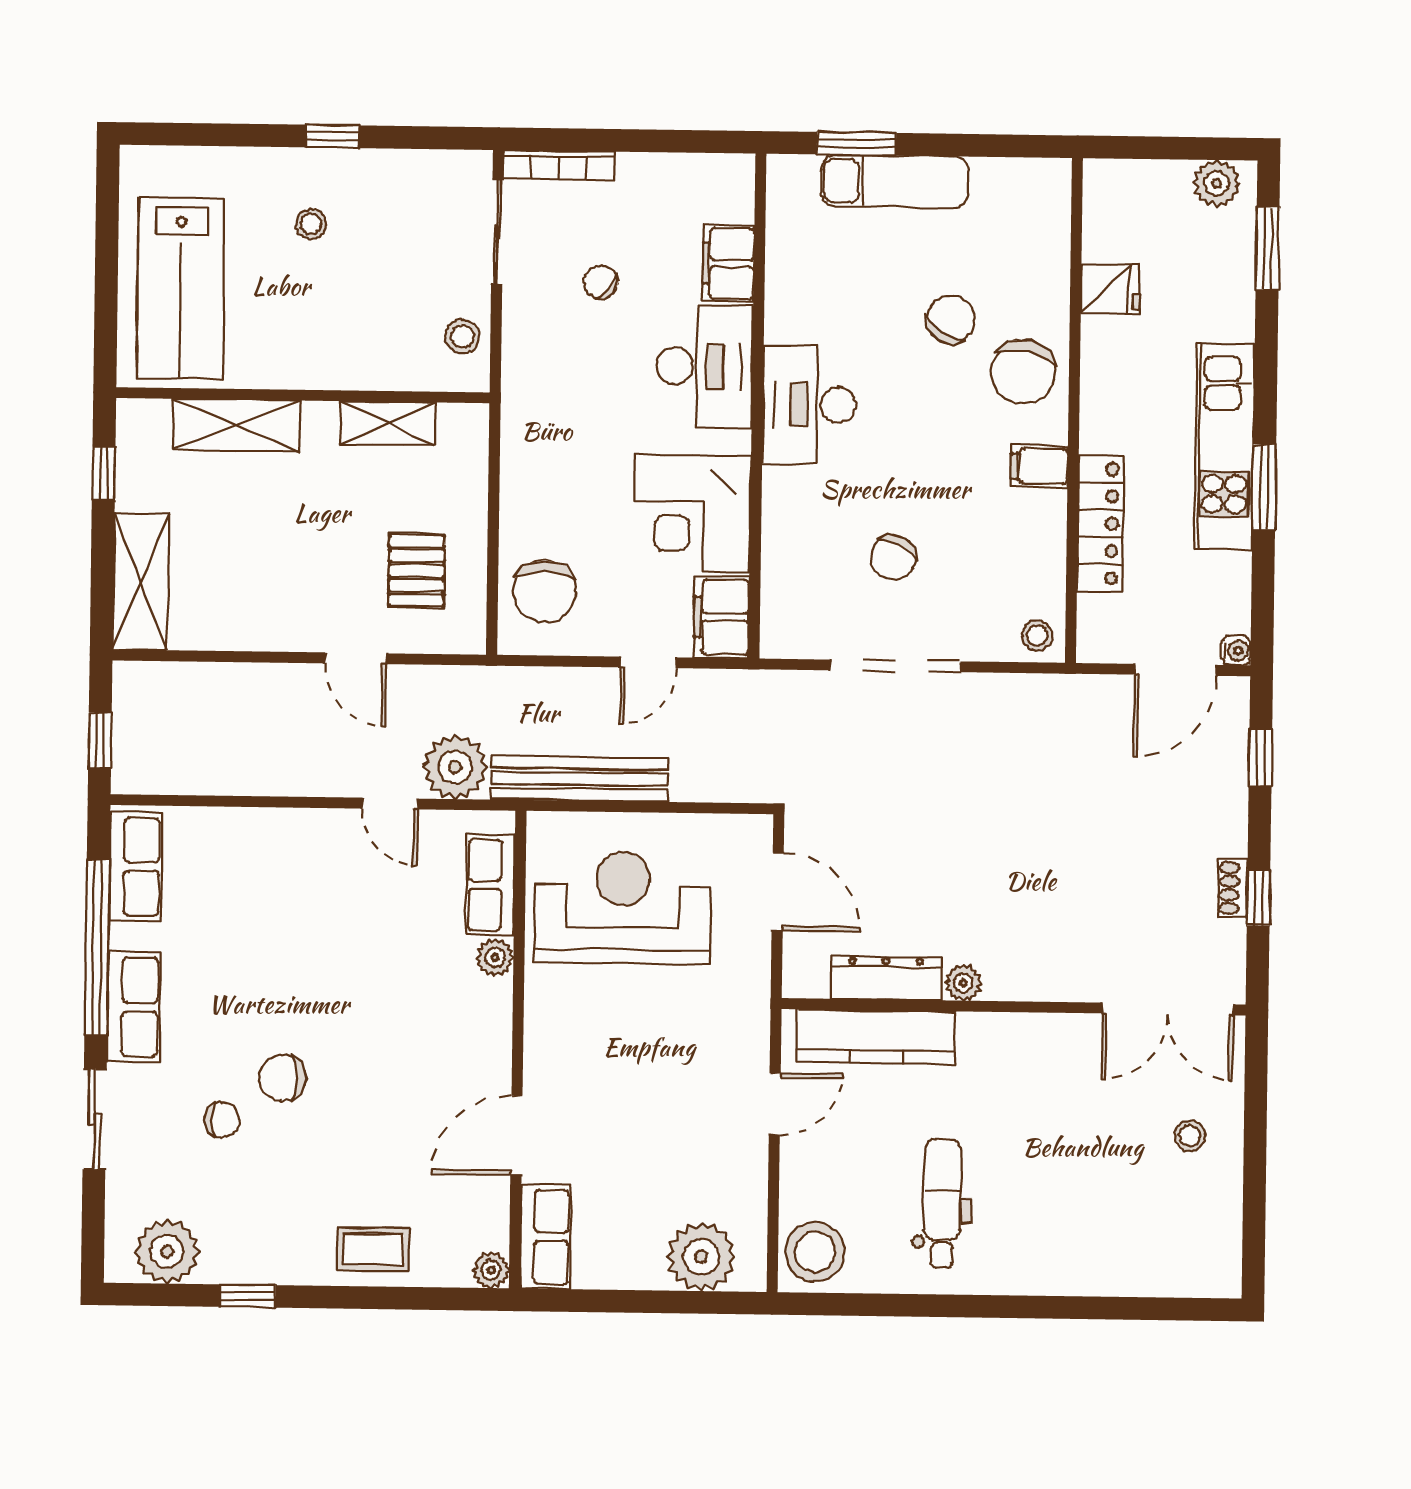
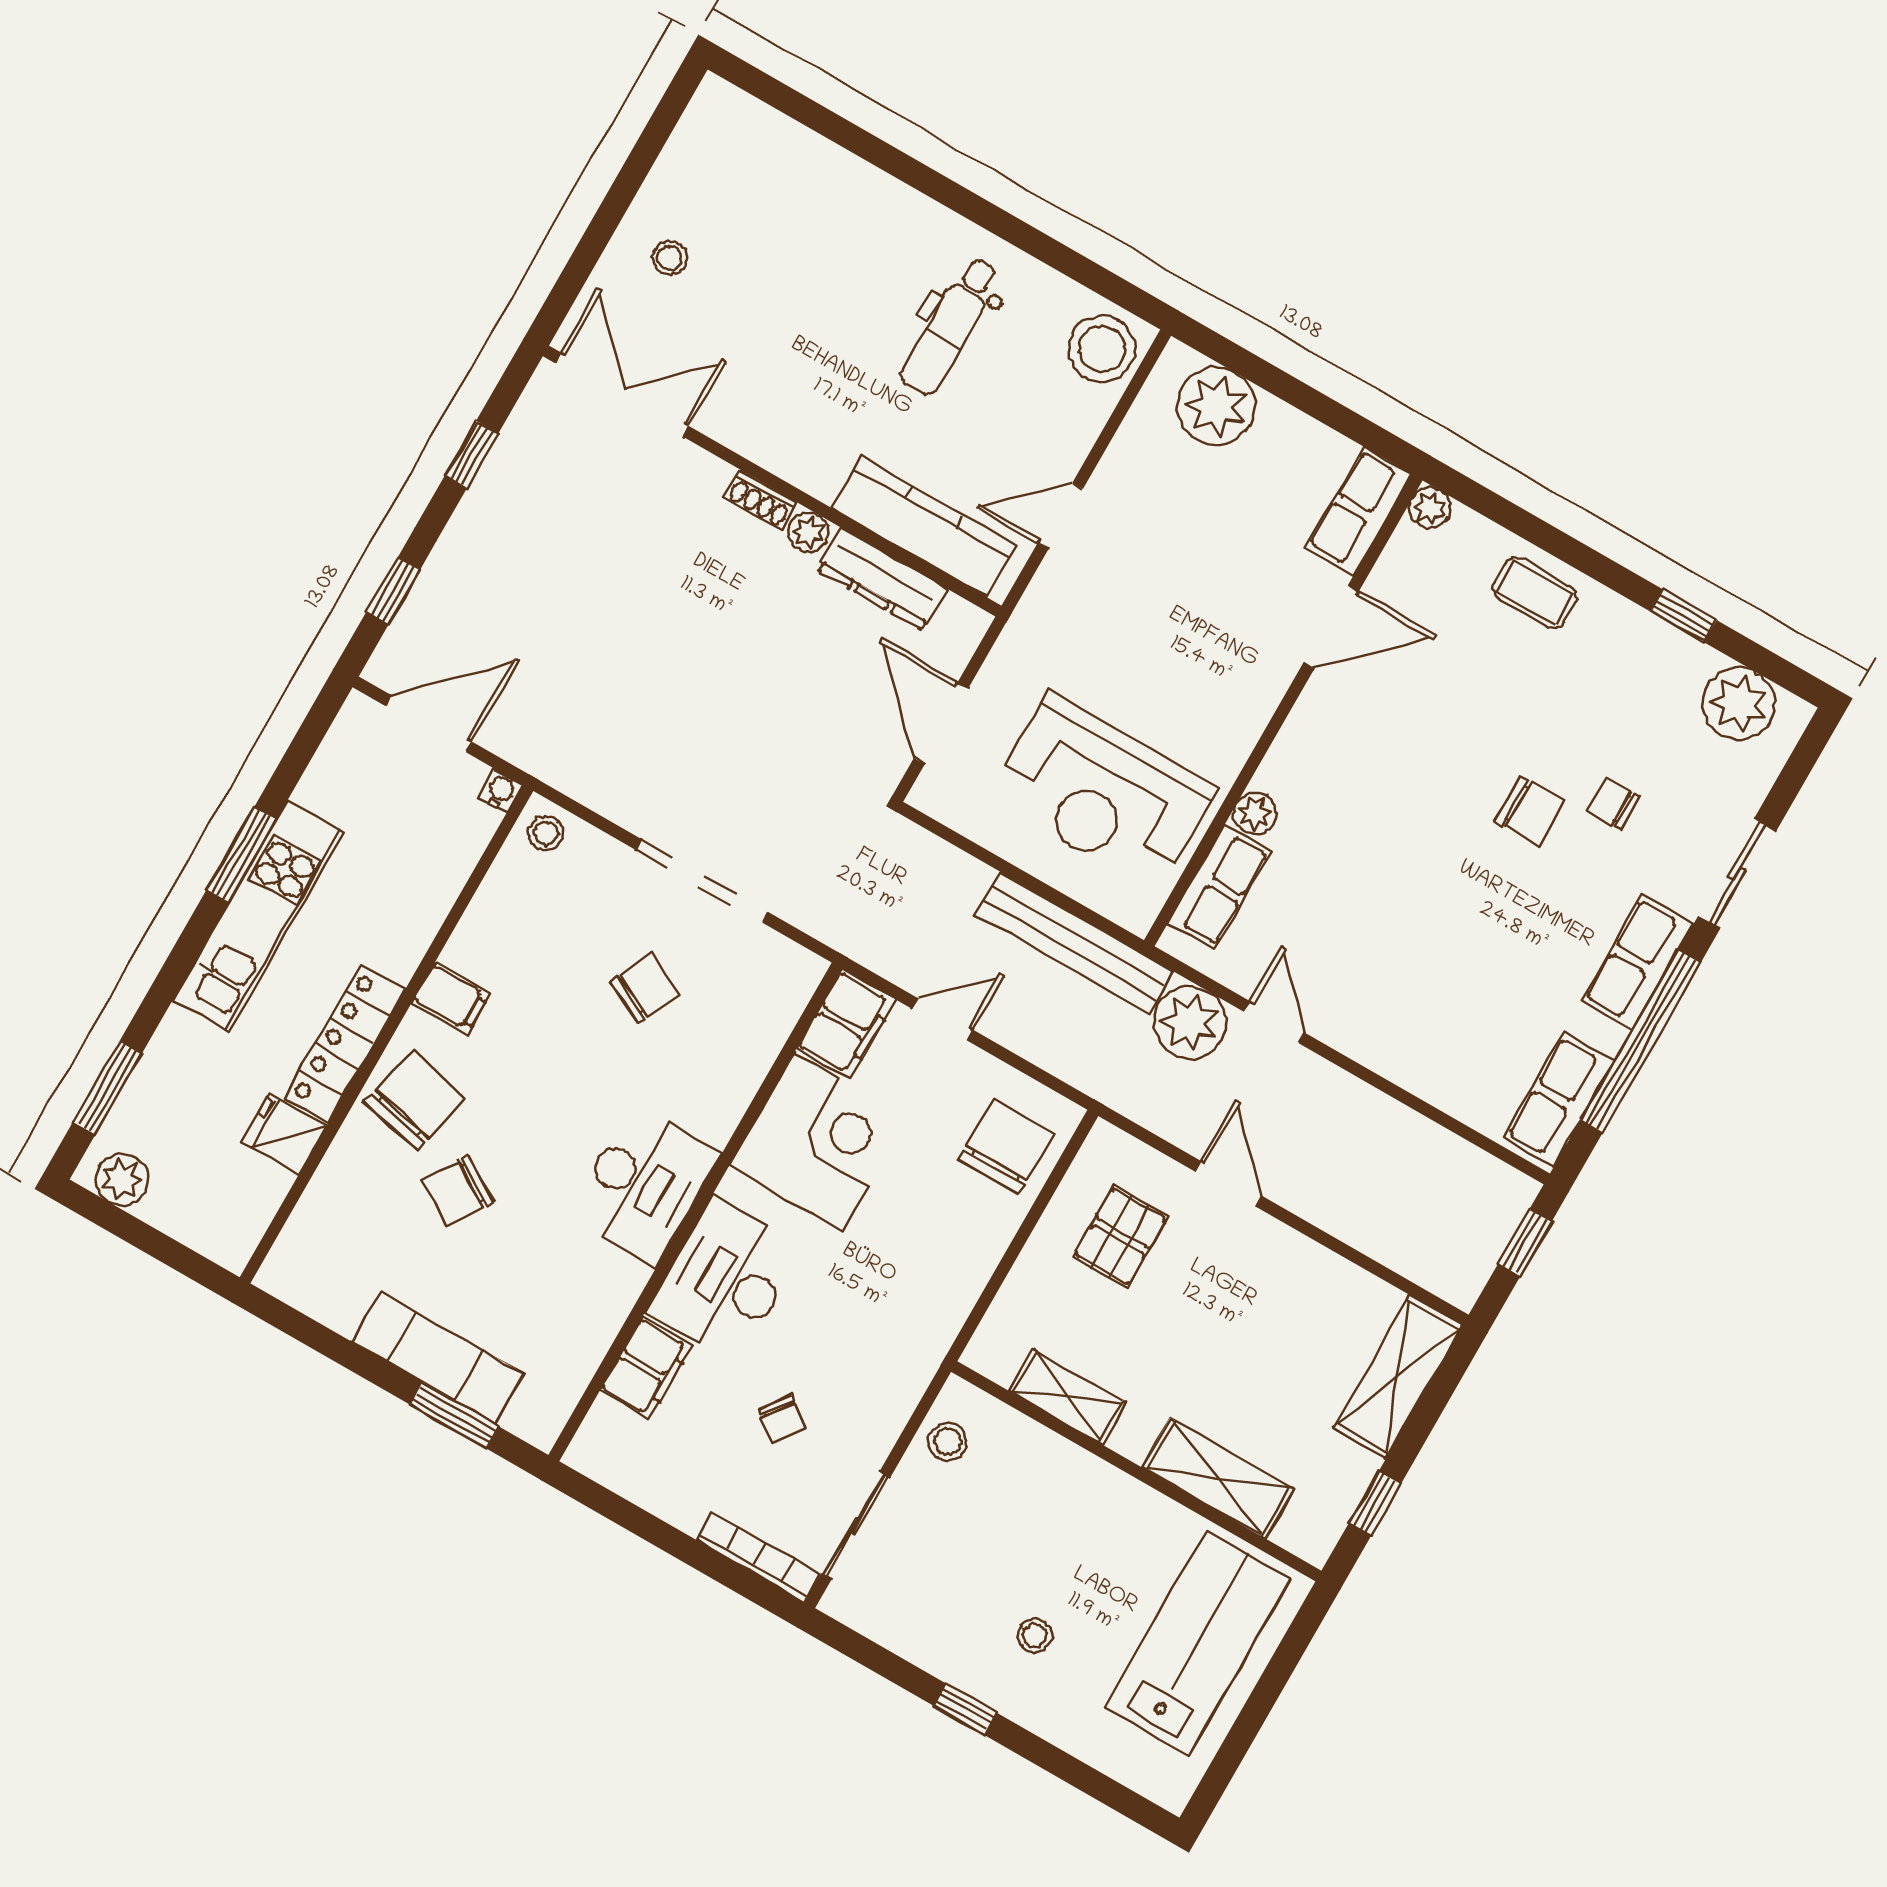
locker: (1100, 524) -> (345, 1044), moved
water cooler: (1236, 651) -> (500, 791), moved, turned 90
shoe rack: (1233, 888) -> (761, 500), moved, turned 90

